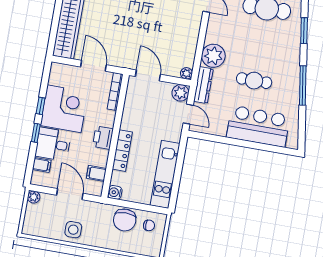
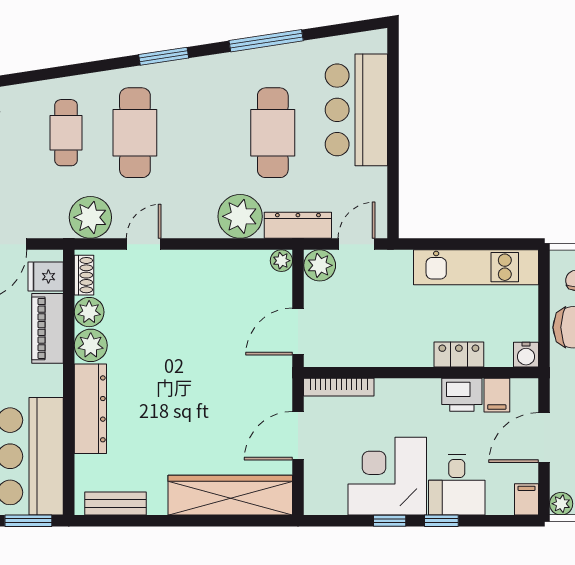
cafe table: (254, 81) -> (273, 133), width x1.37, depth x1.35
printer: (103, 138) -> (462, 395), moved
locker: (122, 151) -> (459, 354), width x0.66
filing cabinet: (42, 165) -> (527, 499), moved

